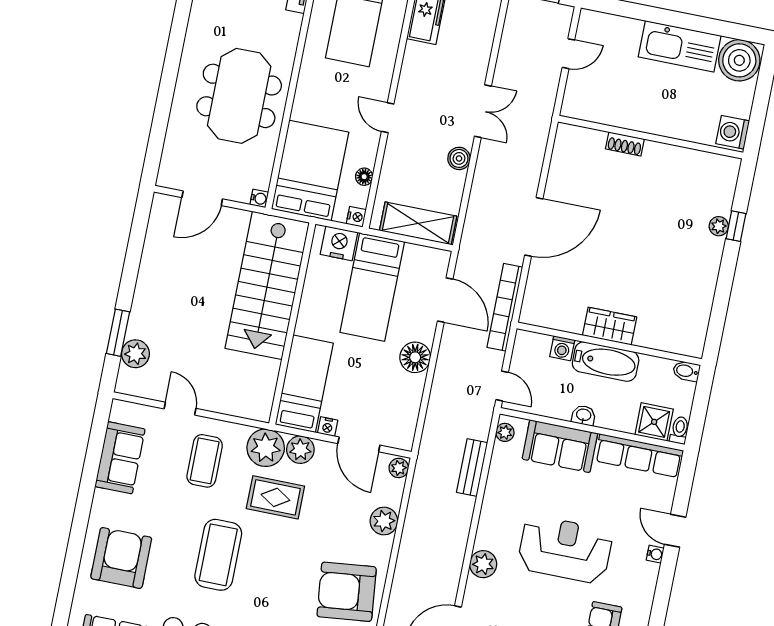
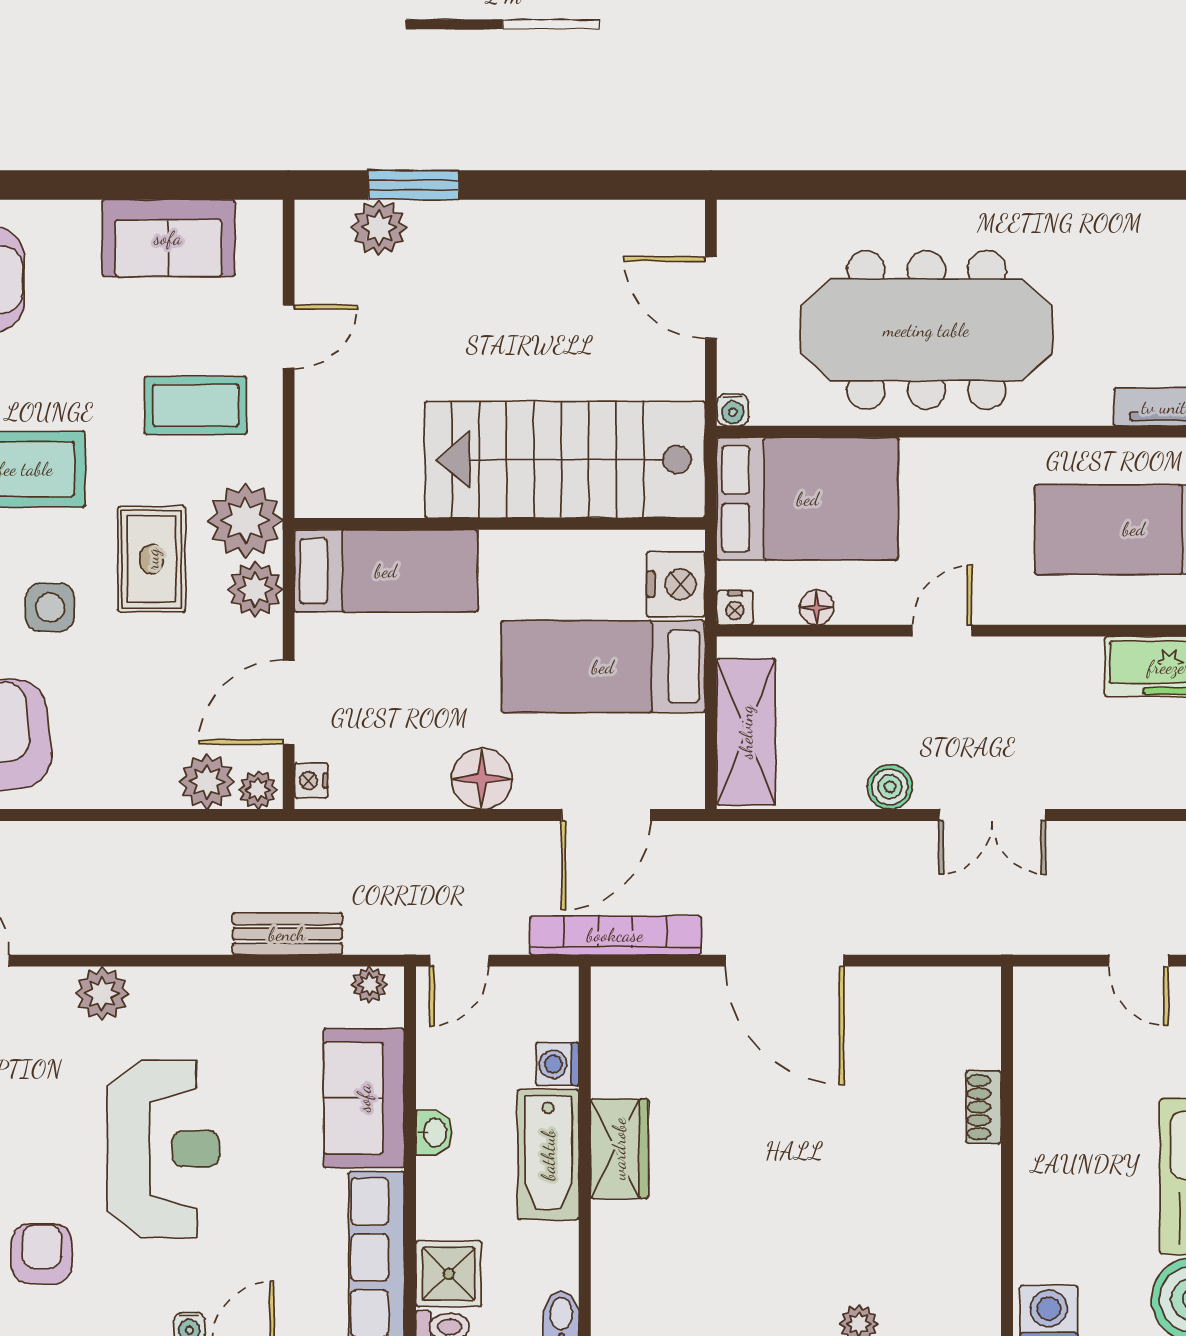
meeting table: (239, 96) -> (926, 330), width x1.36
nightstand: (328, 427) -> (311, 781), moved
plant: (384, 521) -> (207, 782), moved
side table: (289, 552) -> (50, 607), added

